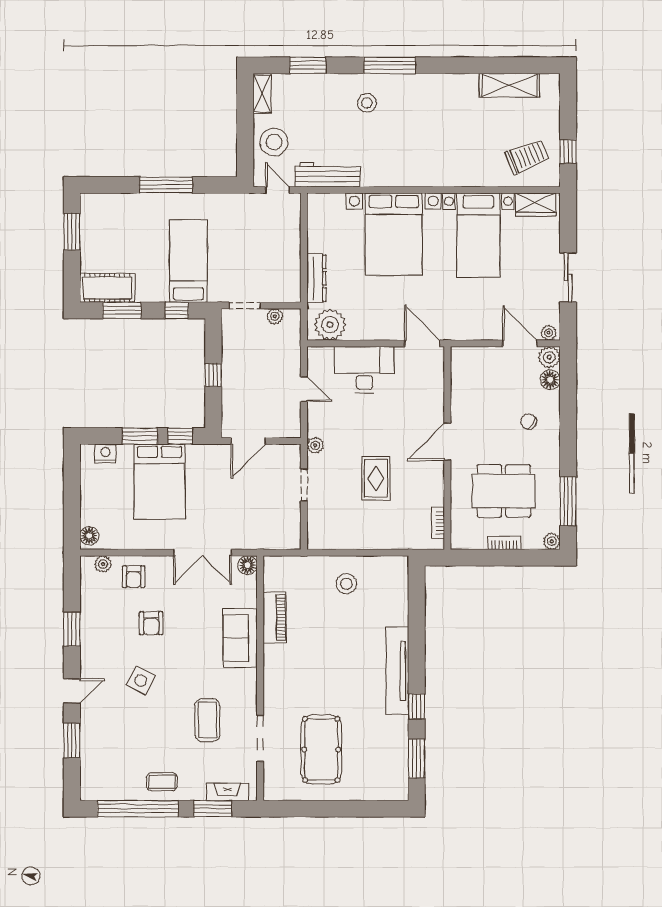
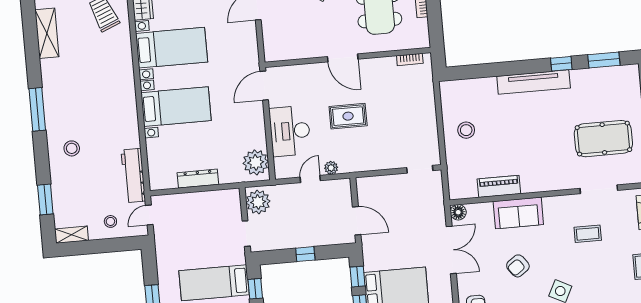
window: (390, 65) -> (37, 109), moved
stool: (274, 142) -> (110, 221), width x0.53, depth x0.53
bed with nightstands: (394, 234) -> (176, 107), width x0.73
dresser: (317, 278) -> (198, 179), moved
plant: (275, 316) -> (258, 202), width x1.88, depth x1.88
plant: (315, 445) -> (331, 168), moved
rug: (376, 478) -> (348, 116), moved
doorway: (304, 485) -> (420, 169), moved
armchair: (151, 623) -> (518, 266), moved, turned 144
coffee table: (207, 720) -> (588, 234), width x0.73, depth x0.77

